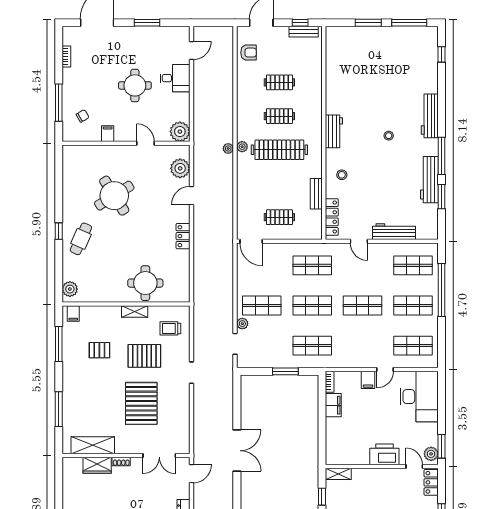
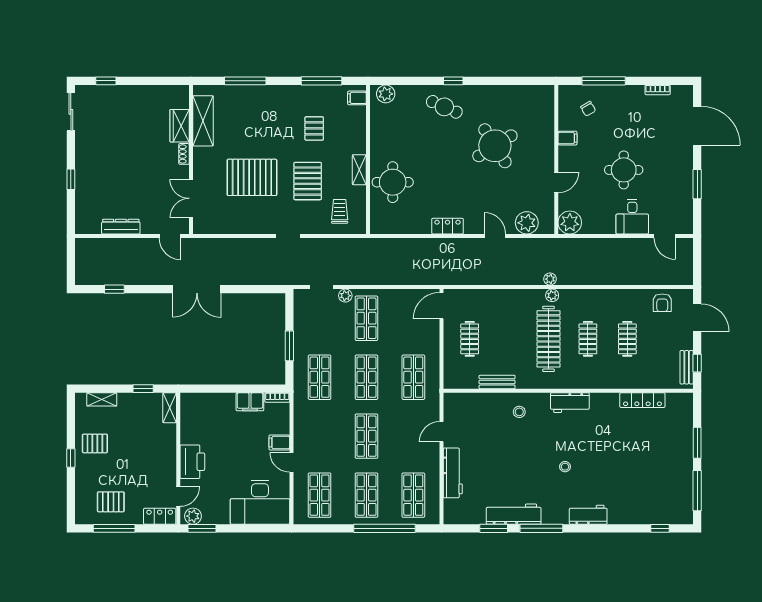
workbench: (430, 116) -> (588, 515), width x0.73
locker: (332, 217) -> (642, 400), moved

